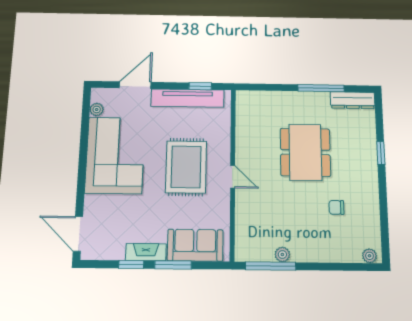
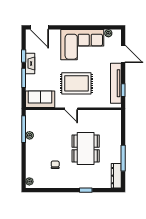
dining table: (305, 152) -> (86, 149), turned 90
door: (233, 177) -> (71, 109), hinge flipped
door: (78, 234) -> (39, 27), swing flipped
sofa: (195, 245) -> (40, 99), moved, turned -90

